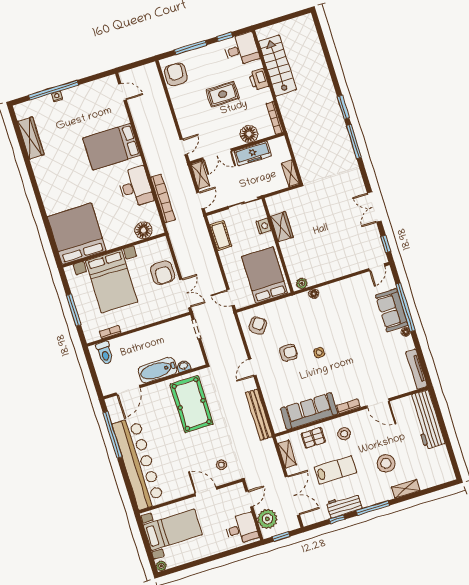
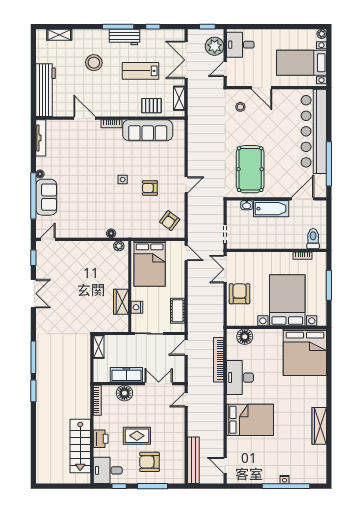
armchair: (176, 74) -> (149, 462), moved, turned 90
wardrobe: (31, 138) -> (319, 426), moved
shelving: (200, 175) -> (179, 370), removed
bench: (259, 415) -> (193, 460), moved
stool: (344, 434) -> (123, 101), removed
shelving: (406, 489) -> (59, 35), moved
workbench: (344, 505) -> (124, 37), moved

